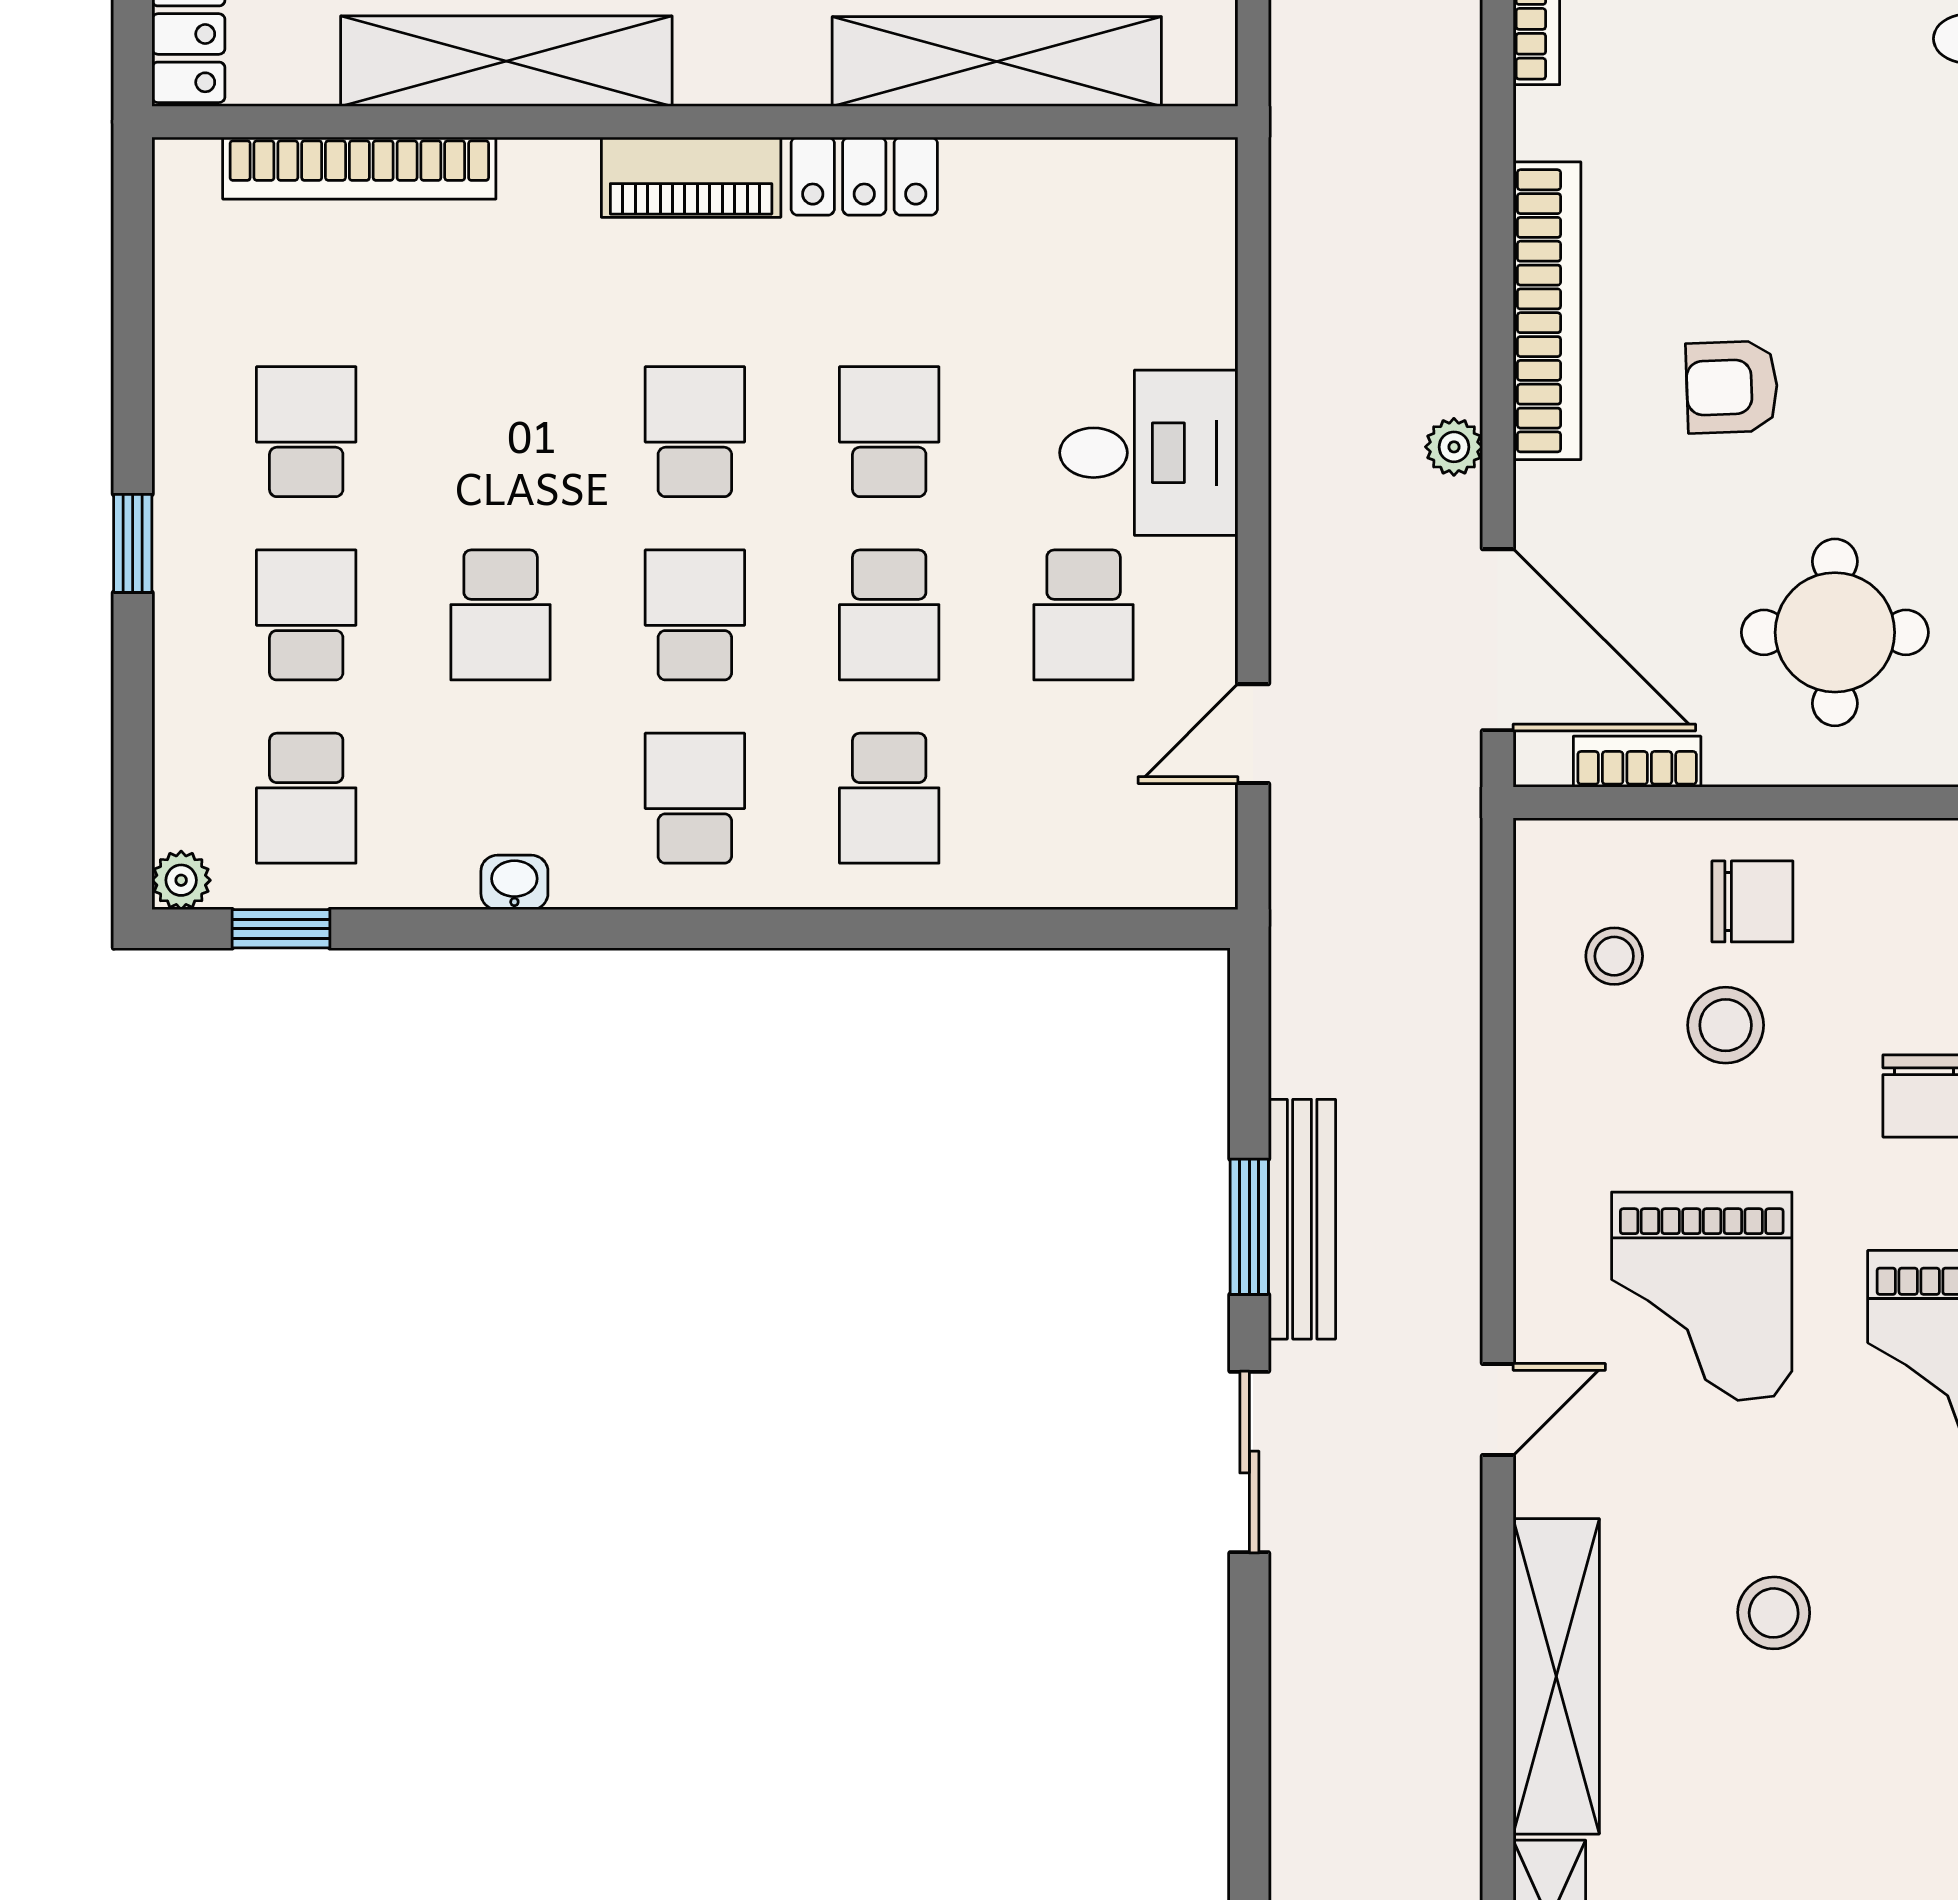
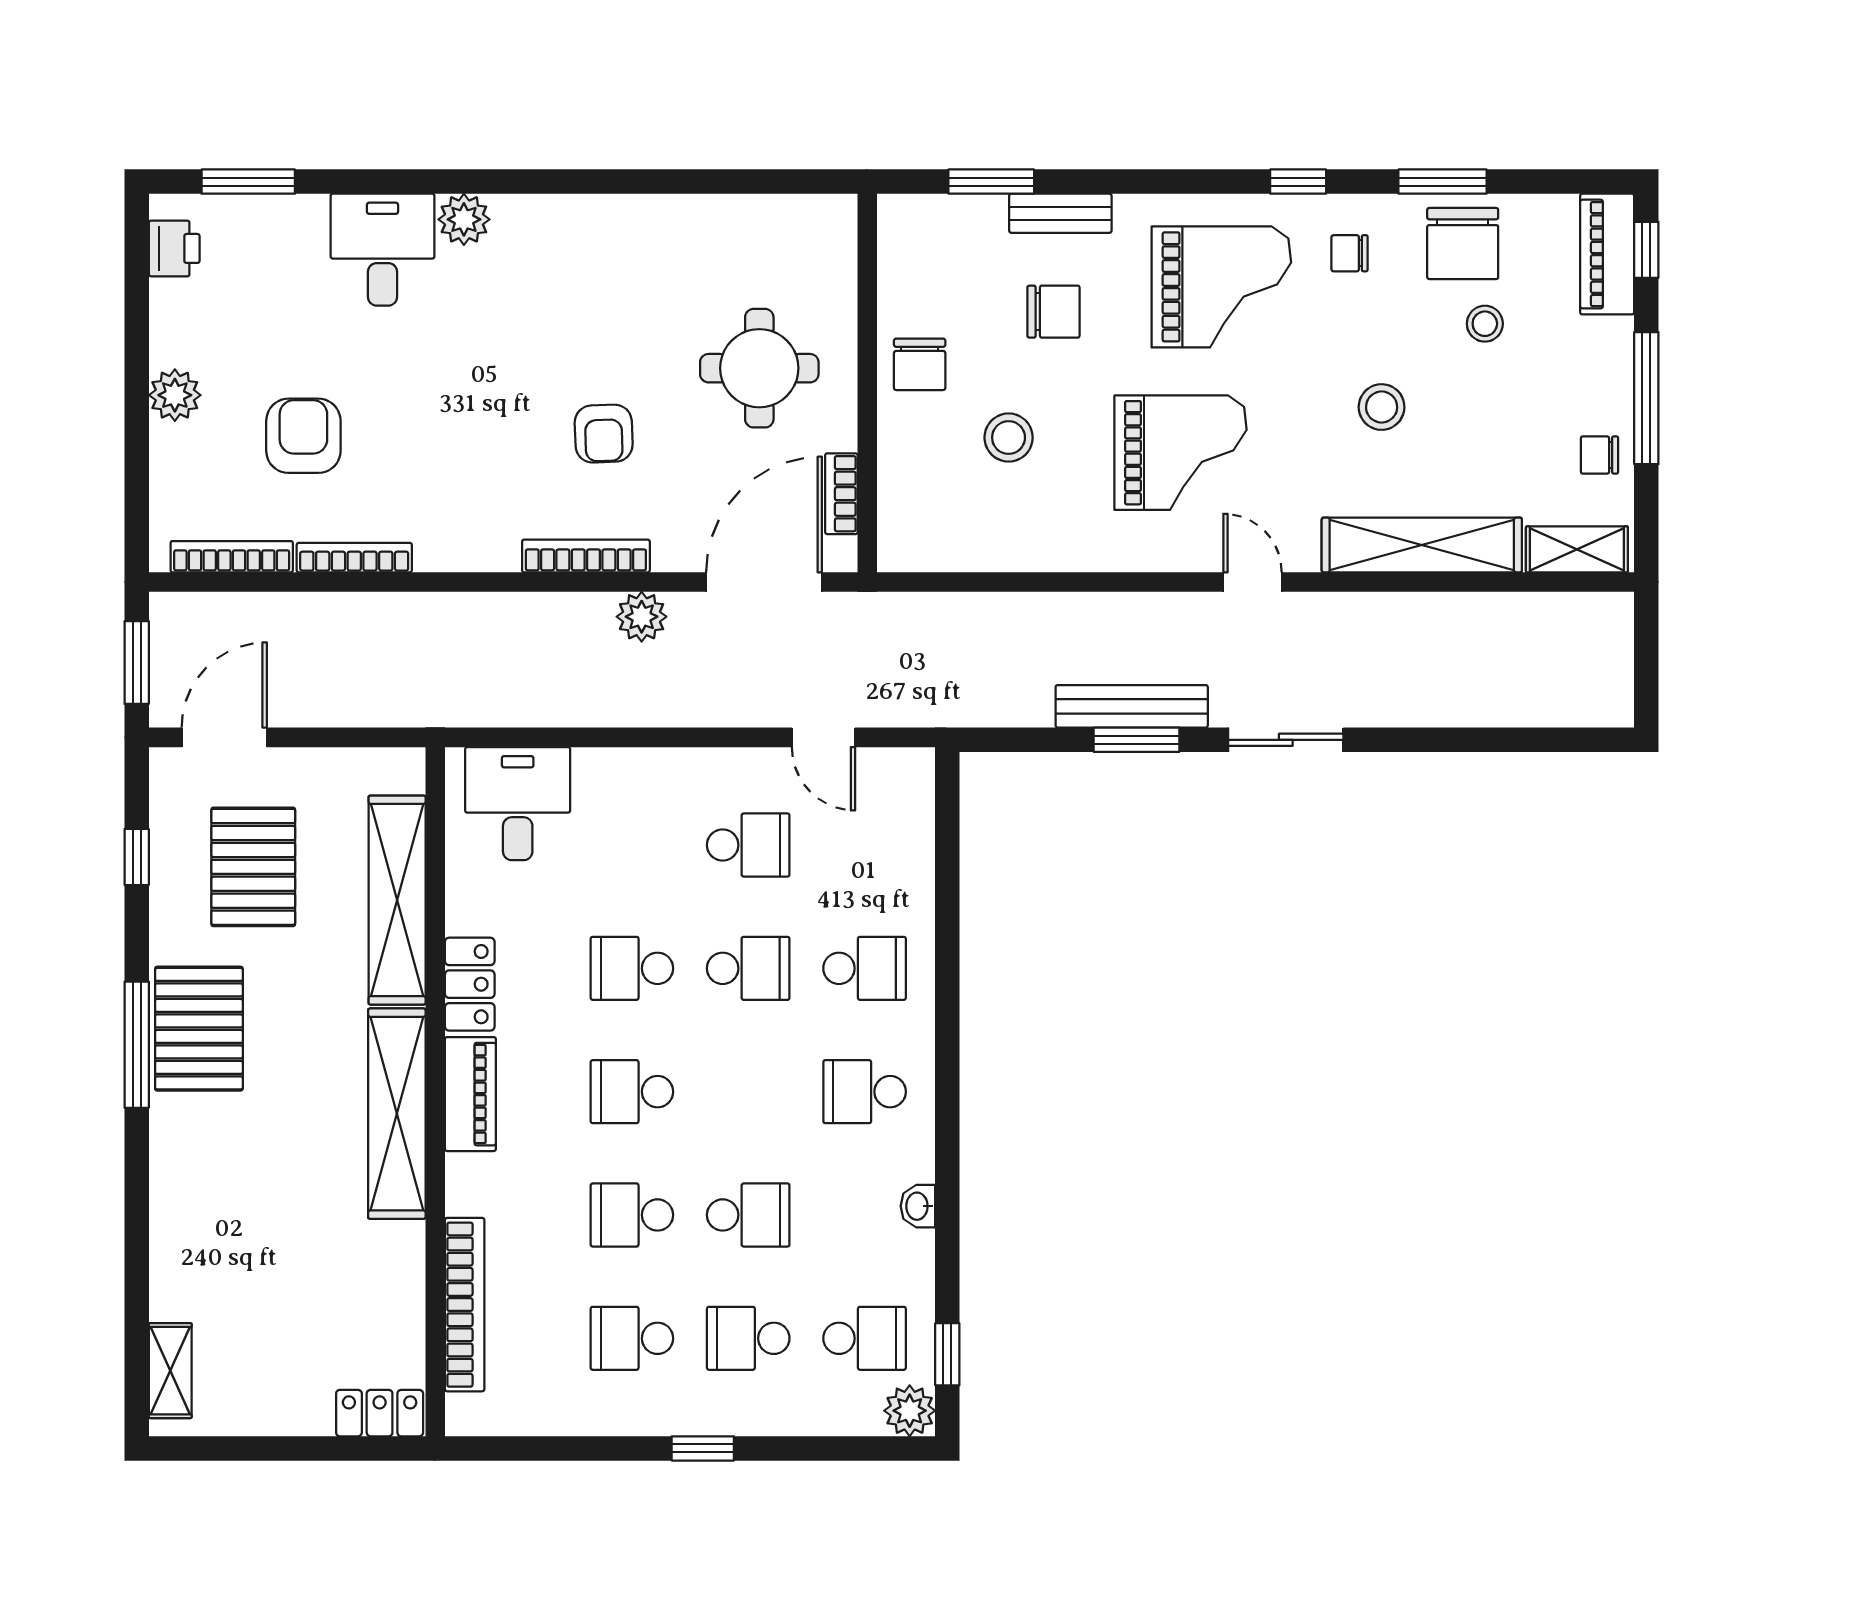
shelving: (506, 61) -> (397, 1114), moved
bookcase: (1547, 311) -> (586, 556), width x0.68, depth x0.76
plant: (1454, 447) -> (642, 617), width x1.38, depth x1.38
desk: (1149, 453) -> (518, 804), moved
school desk: (695, 615) -> (632, 1215), moved
plant: (181, 880) -> (910, 1411), width x1.38, depth x1.38
chair: (1752, 901) -> (920, 364), moved, turned 180
stool: (1614, 956) -> (1485, 324), moved

